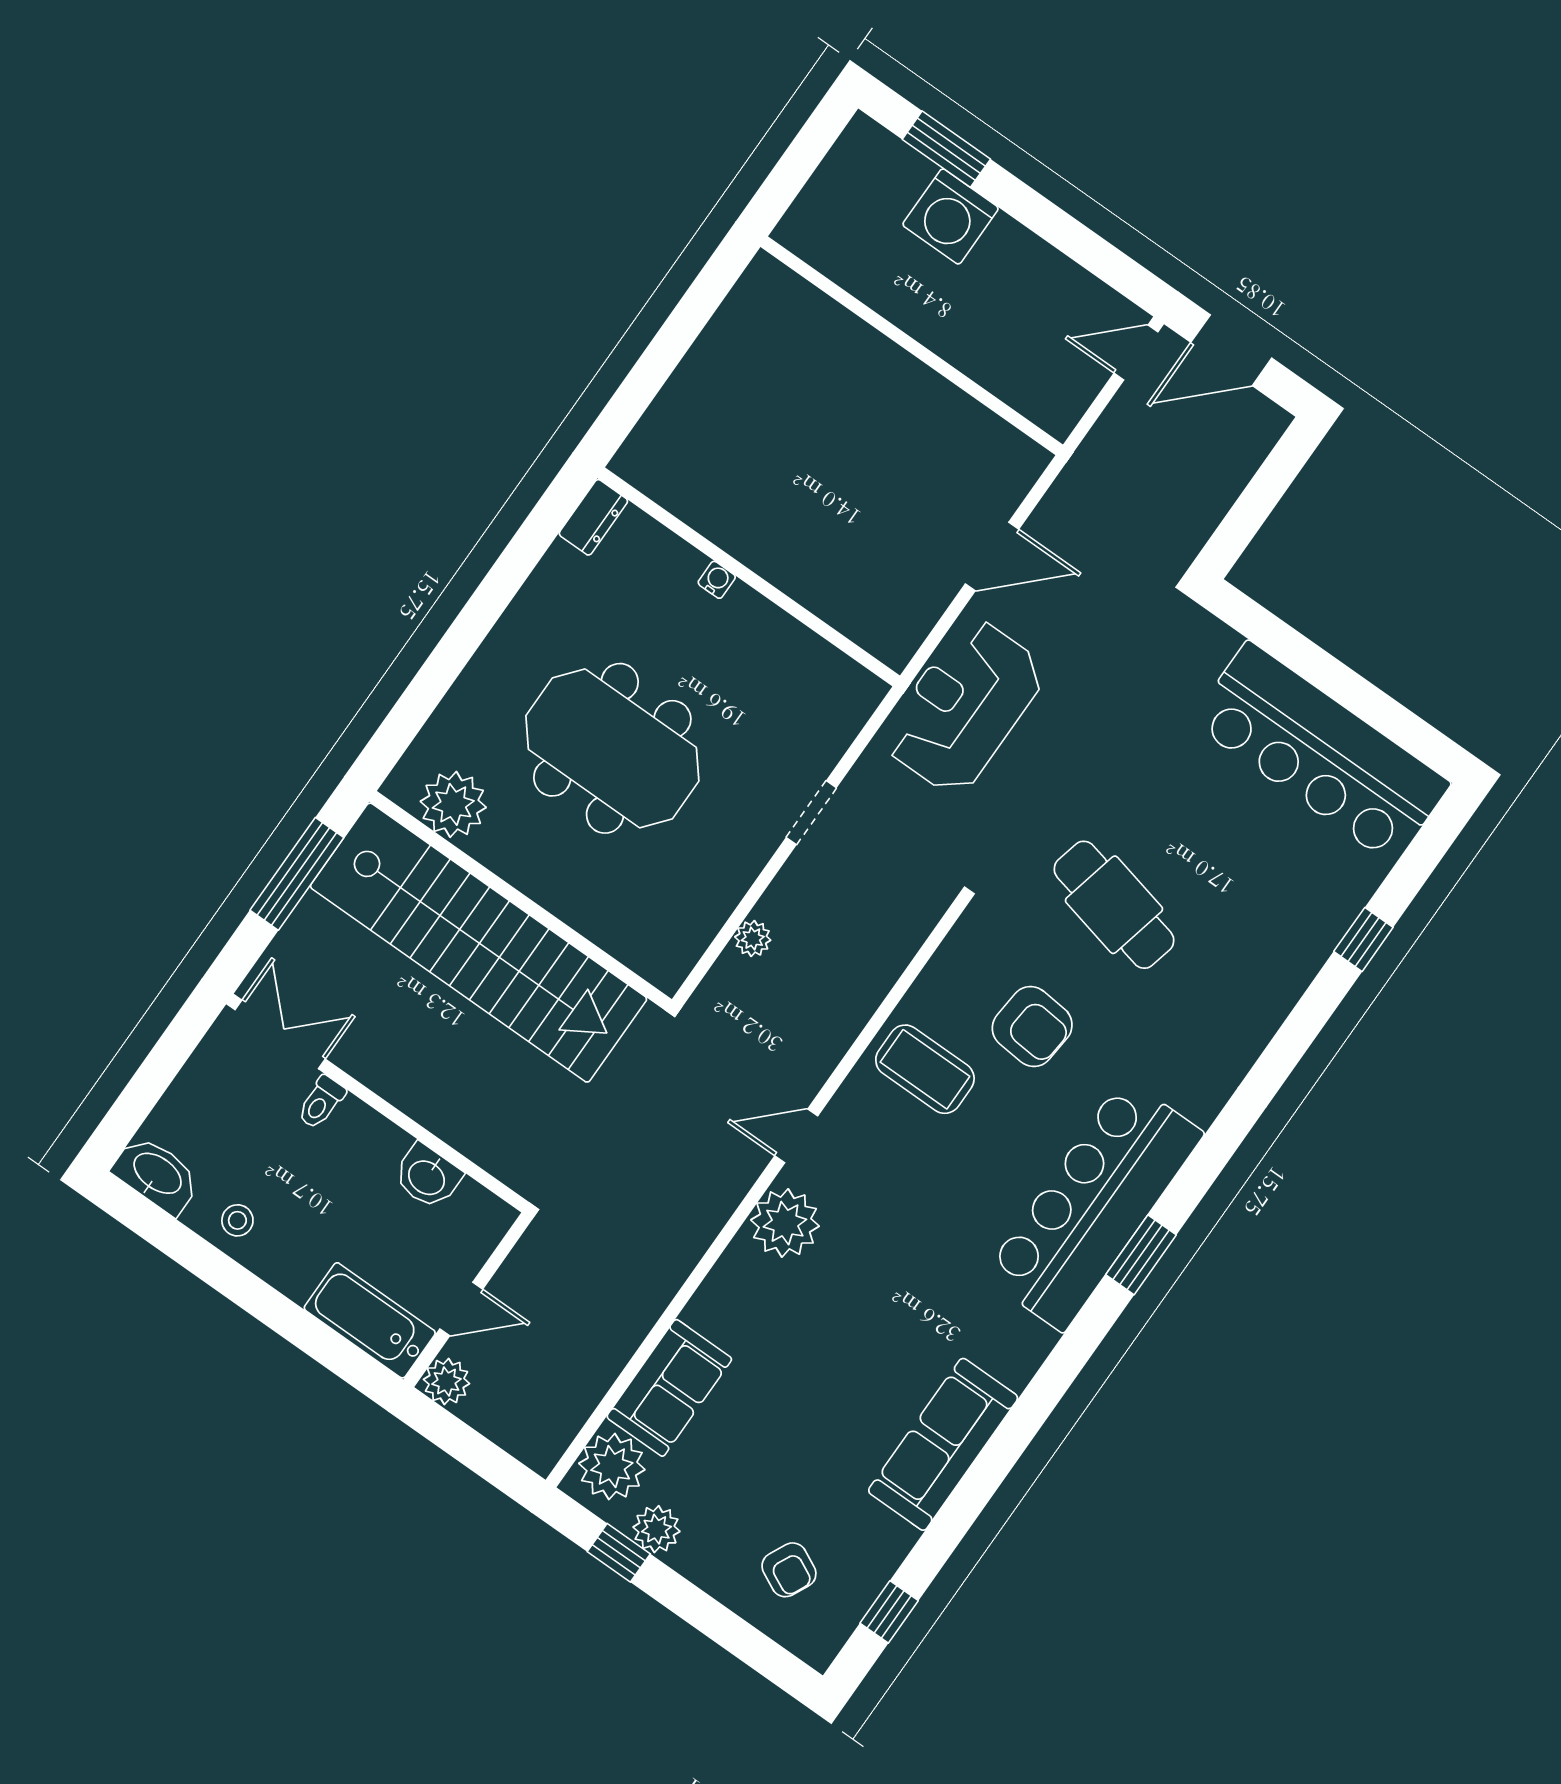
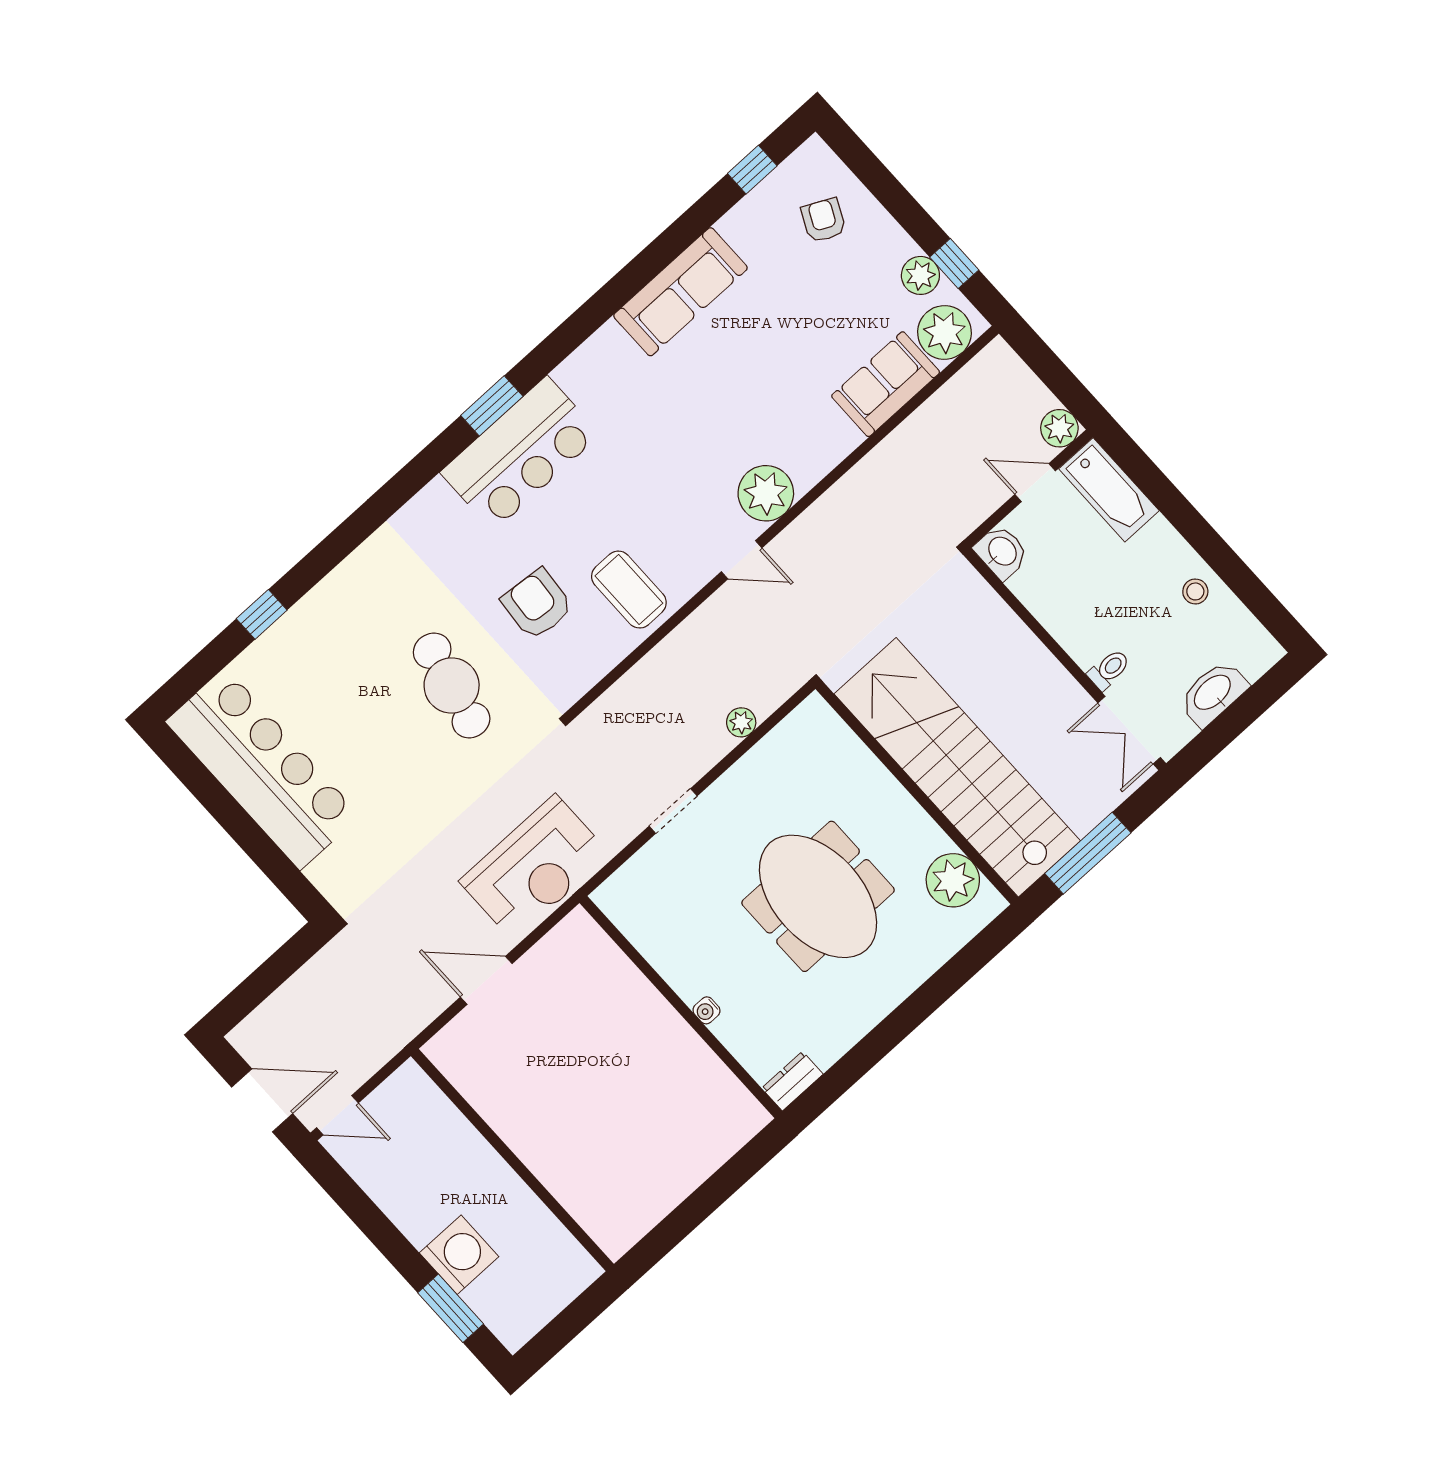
washbasin: (157, 1175) -> (1213, 693), moved, turned 90
washbasin: (427, 1177) -> (1002, 552), moved
bar counter: (1094, 1205) -> (520, 453), width x0.73

